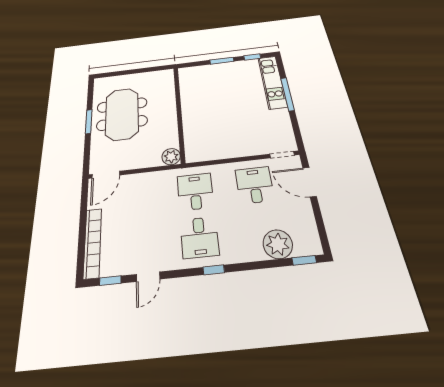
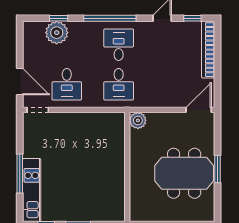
meeting table: (122, 114) -> (184, 173), turned 90
window: (304, 260) -> (59, 18), moved
window: (214, 270) -> (110, 18), width x3.17

